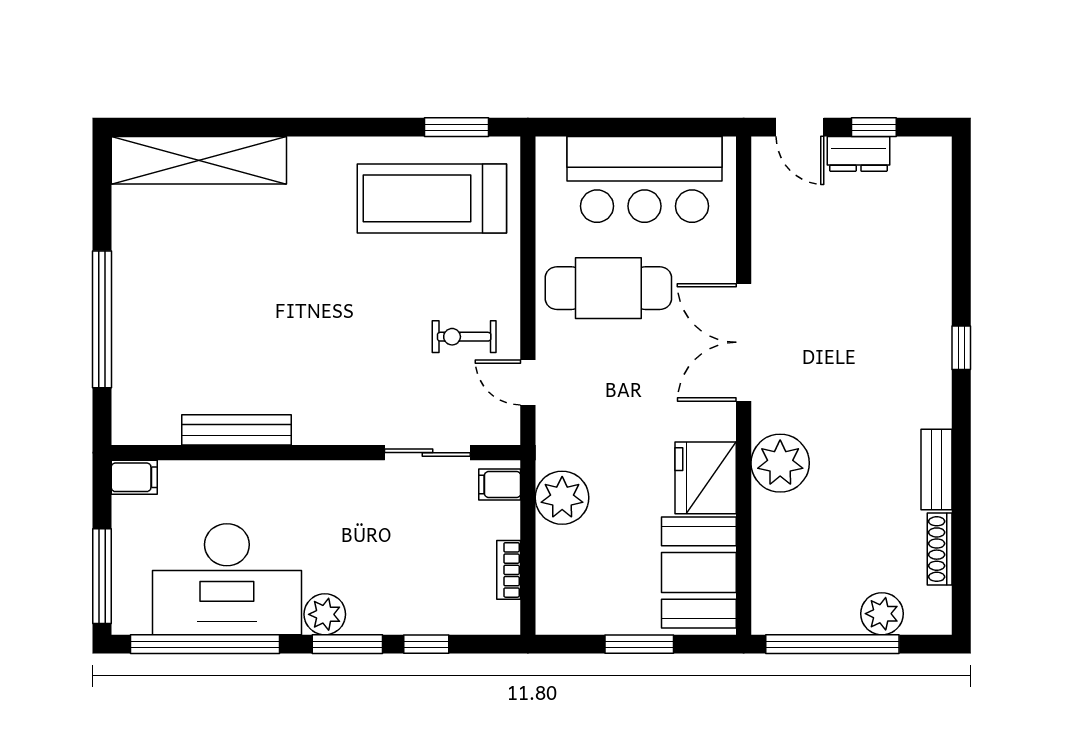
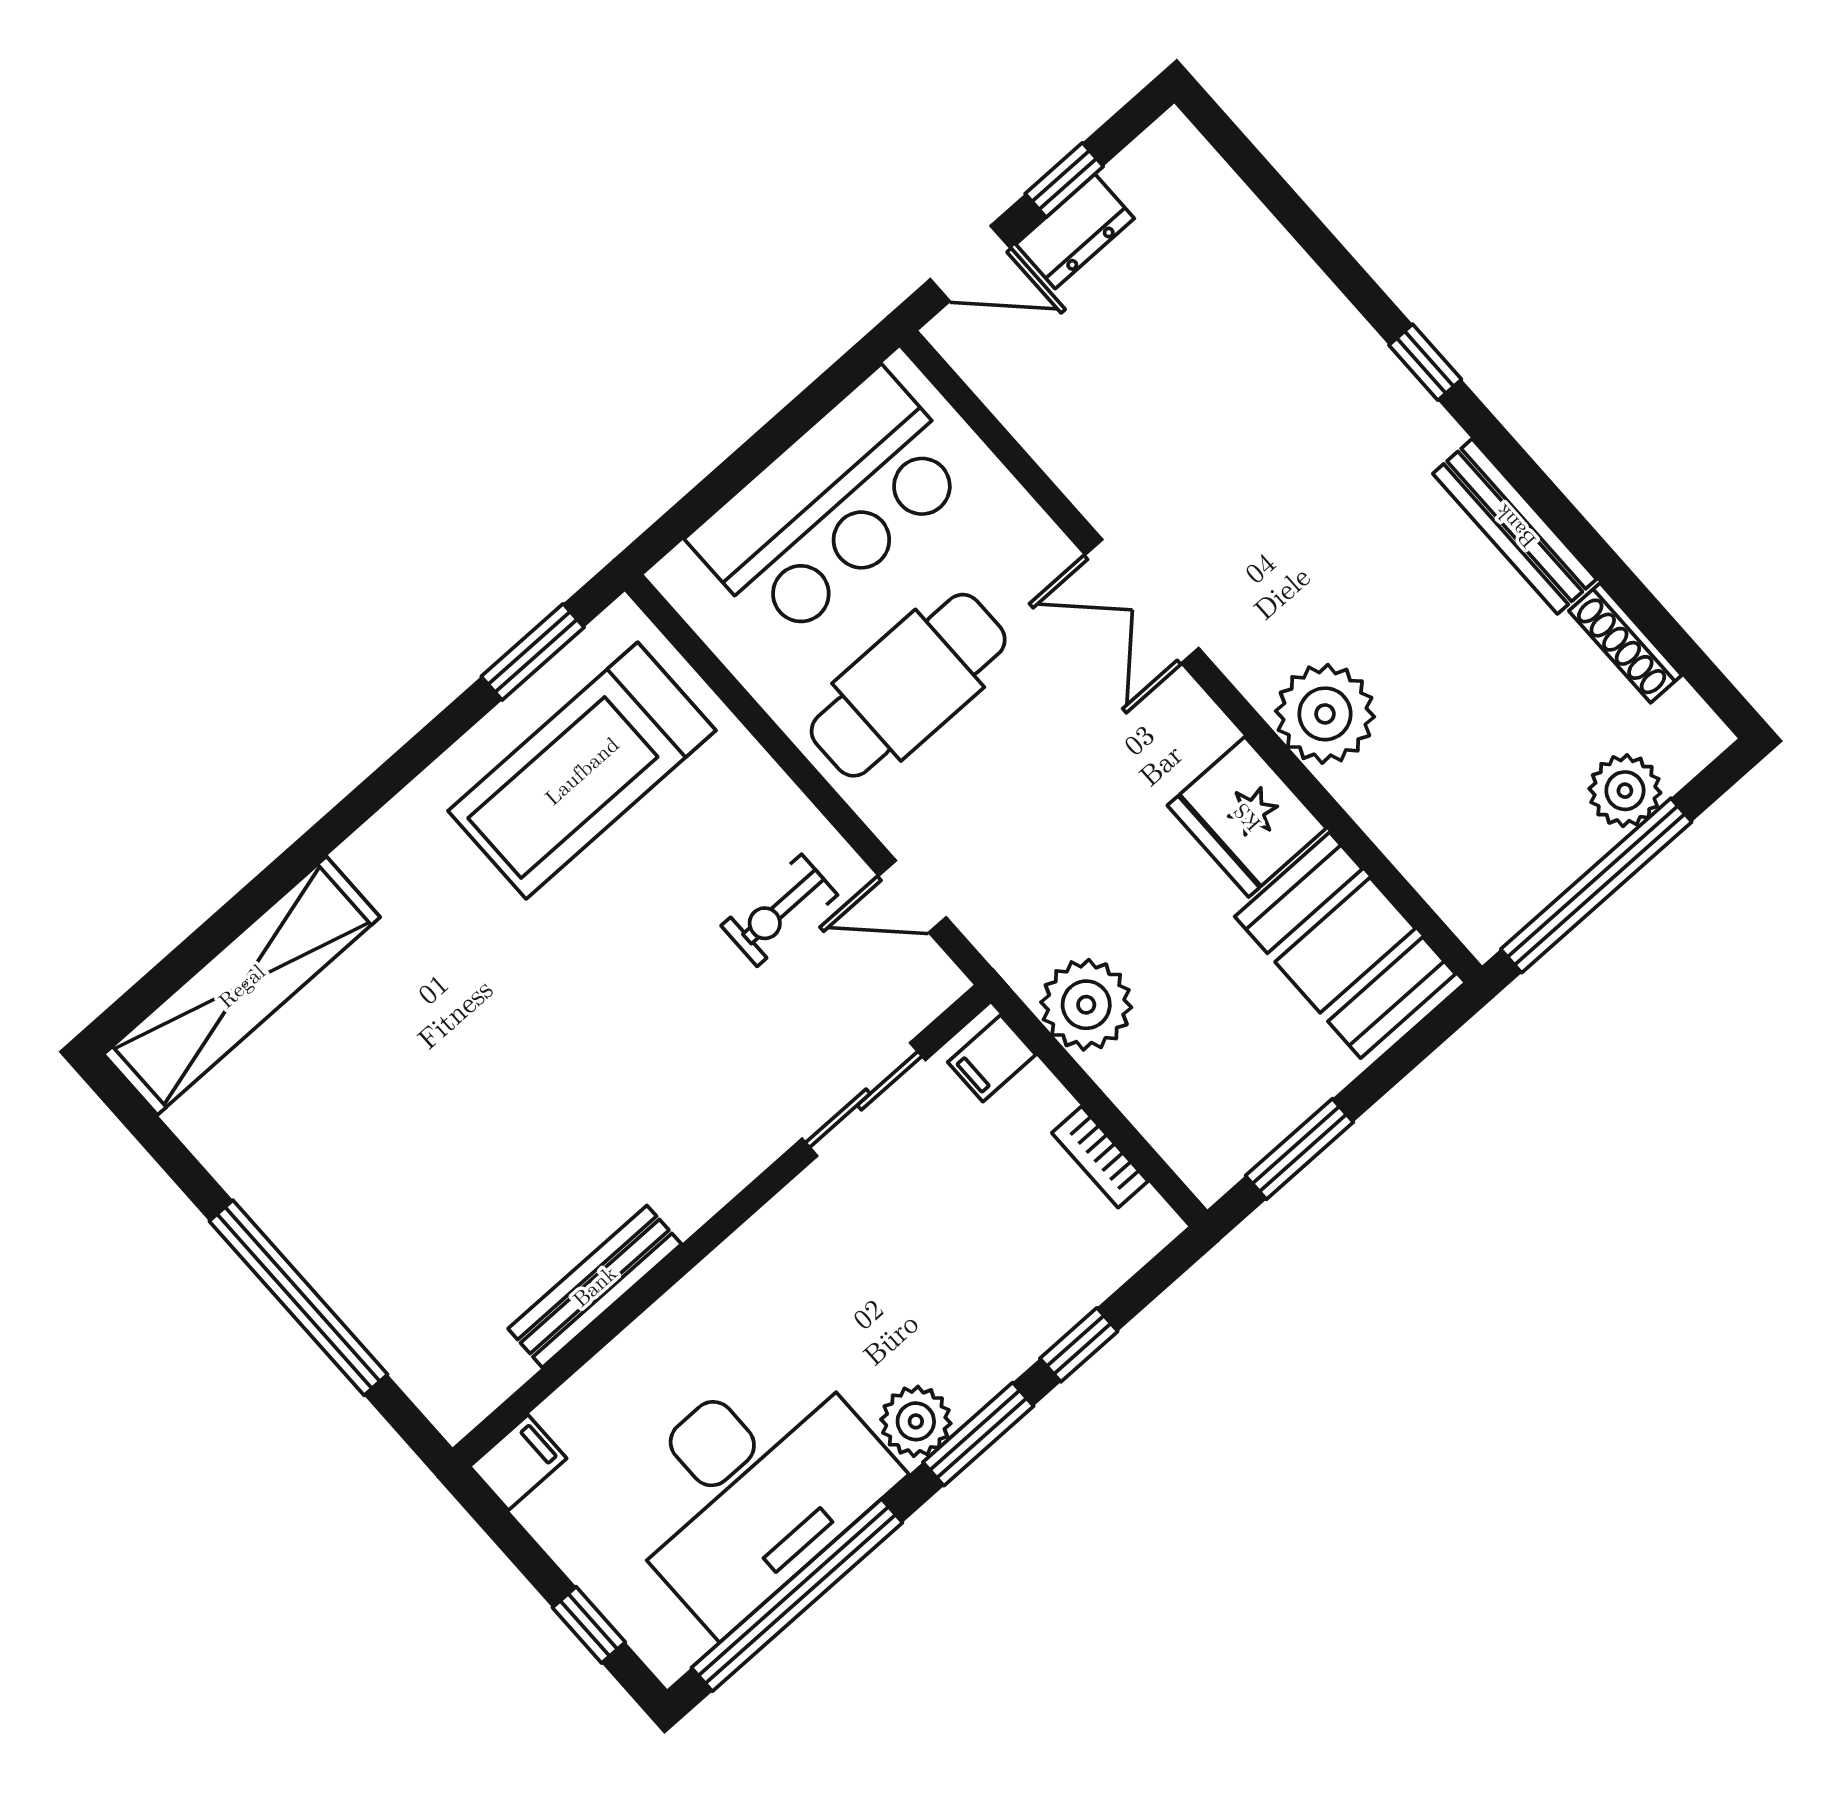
double door: (744, 342) -> (1142, 601), width x0.73
bench: (937, 469) -> (1515, 526), width x1.36
window: (102, 576) -> (589, 1625), width x0.46
window: (639, 644) -> (1299, 1149), moved

